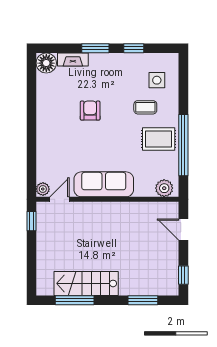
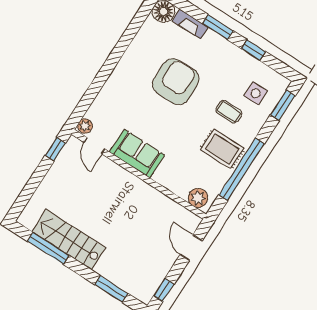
window: (183, 76) -> (283, 105), added
armchair: (90, 111) -> (176, 82), width x1.88, depth x1.88
sofa: (104, 184) -> (137, 154), width x0.73
door: (59, 199) -> (94, 146), swing flipped

